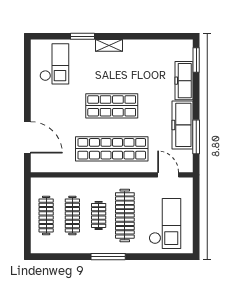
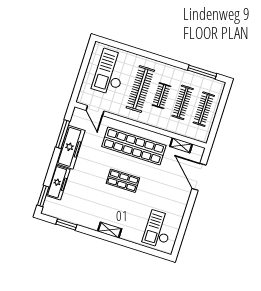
window: (83, 36) -> (66, 224), moved
shop shelf: (112, 106) -> (123, 181), width x0.70, depth x0.74
shelving: (59, 167) -> (181, 145), added
window: (108, 257) -> (202, 72), moved

